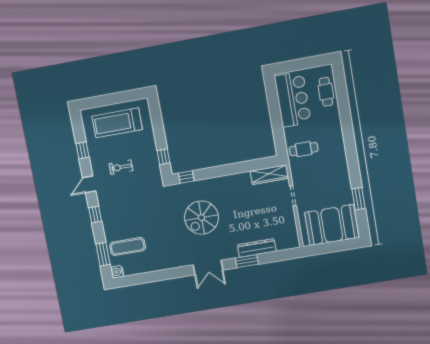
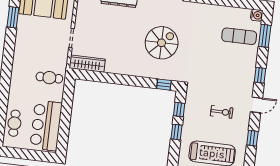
window: (159, 133) -> (176, 132), added

